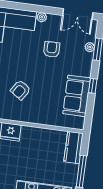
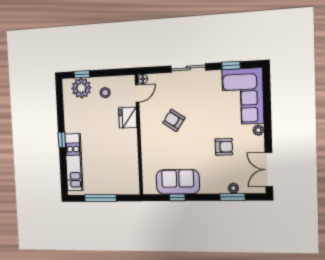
window: (93, 86) -> (177, 197), moved
kitchen counter: (73, 147) -> (123, 186), removed

